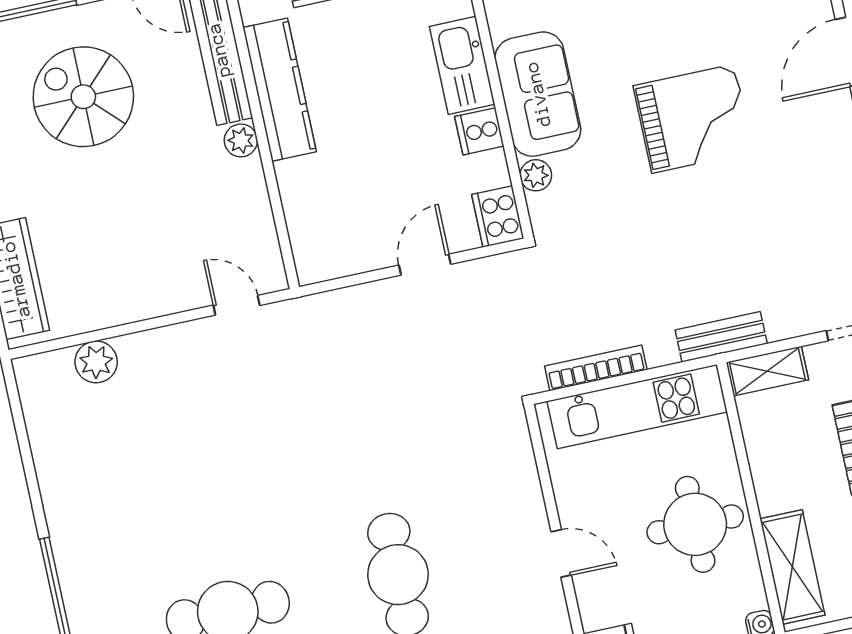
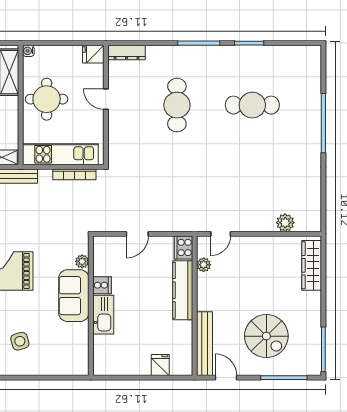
kitchen counter: (280, 90) -> (183, 290), moved
plant: (241, 140) -> (204, 265), moved
cooker: (498, 216) -> (184, 247), moved, turned 180
door: (237, 305) -> (221, 234), hinge flipped

